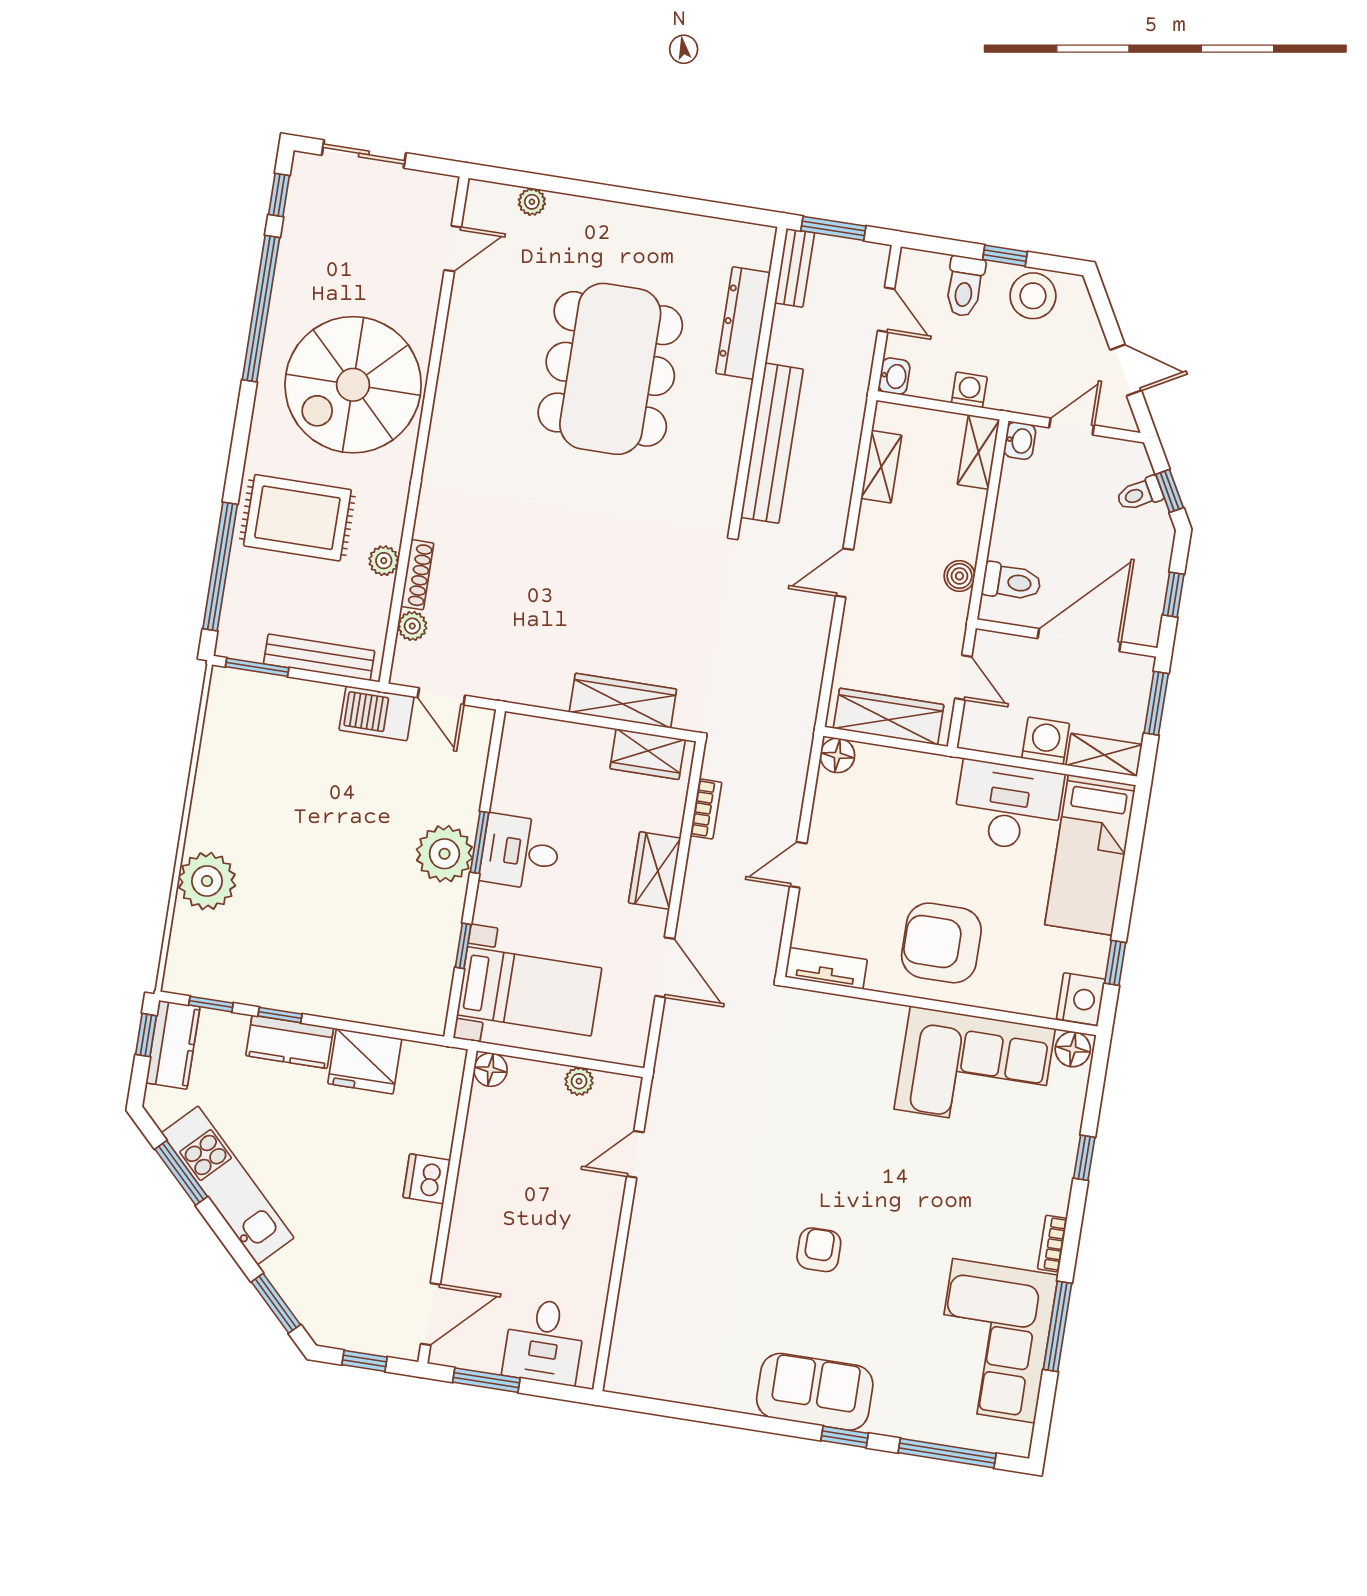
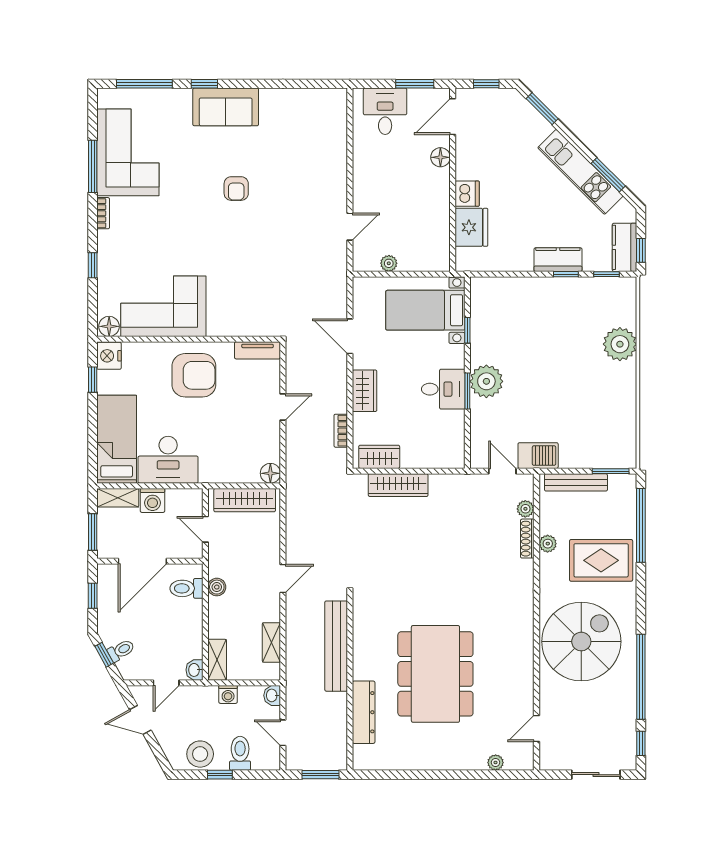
bench: (795, 268) -> (339, 749), removed
fridge: (365, 1061) -> (471, 227), moved, turned 90
floor lamp: (490, 1070) -> (440, 157), moved

